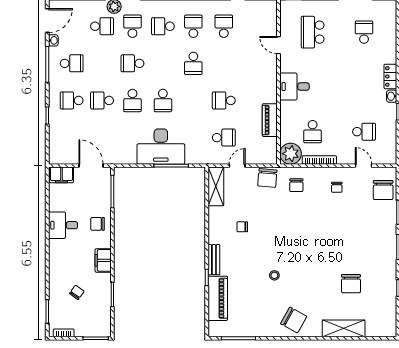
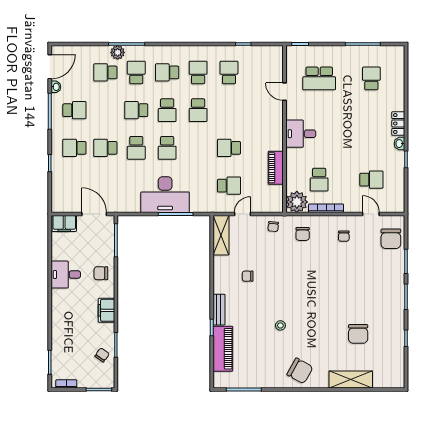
school desk: (102, 26) -> (105, 72), turned 180
school desk: (313, 32) -> (319, 78), turned -90
school desk: (163, 63) -> (167, 110), added
chair: (267, 178) -> (273, 227), width x0.54, depth x0.54
chair: (77, 292) -> (102, 355), moved

